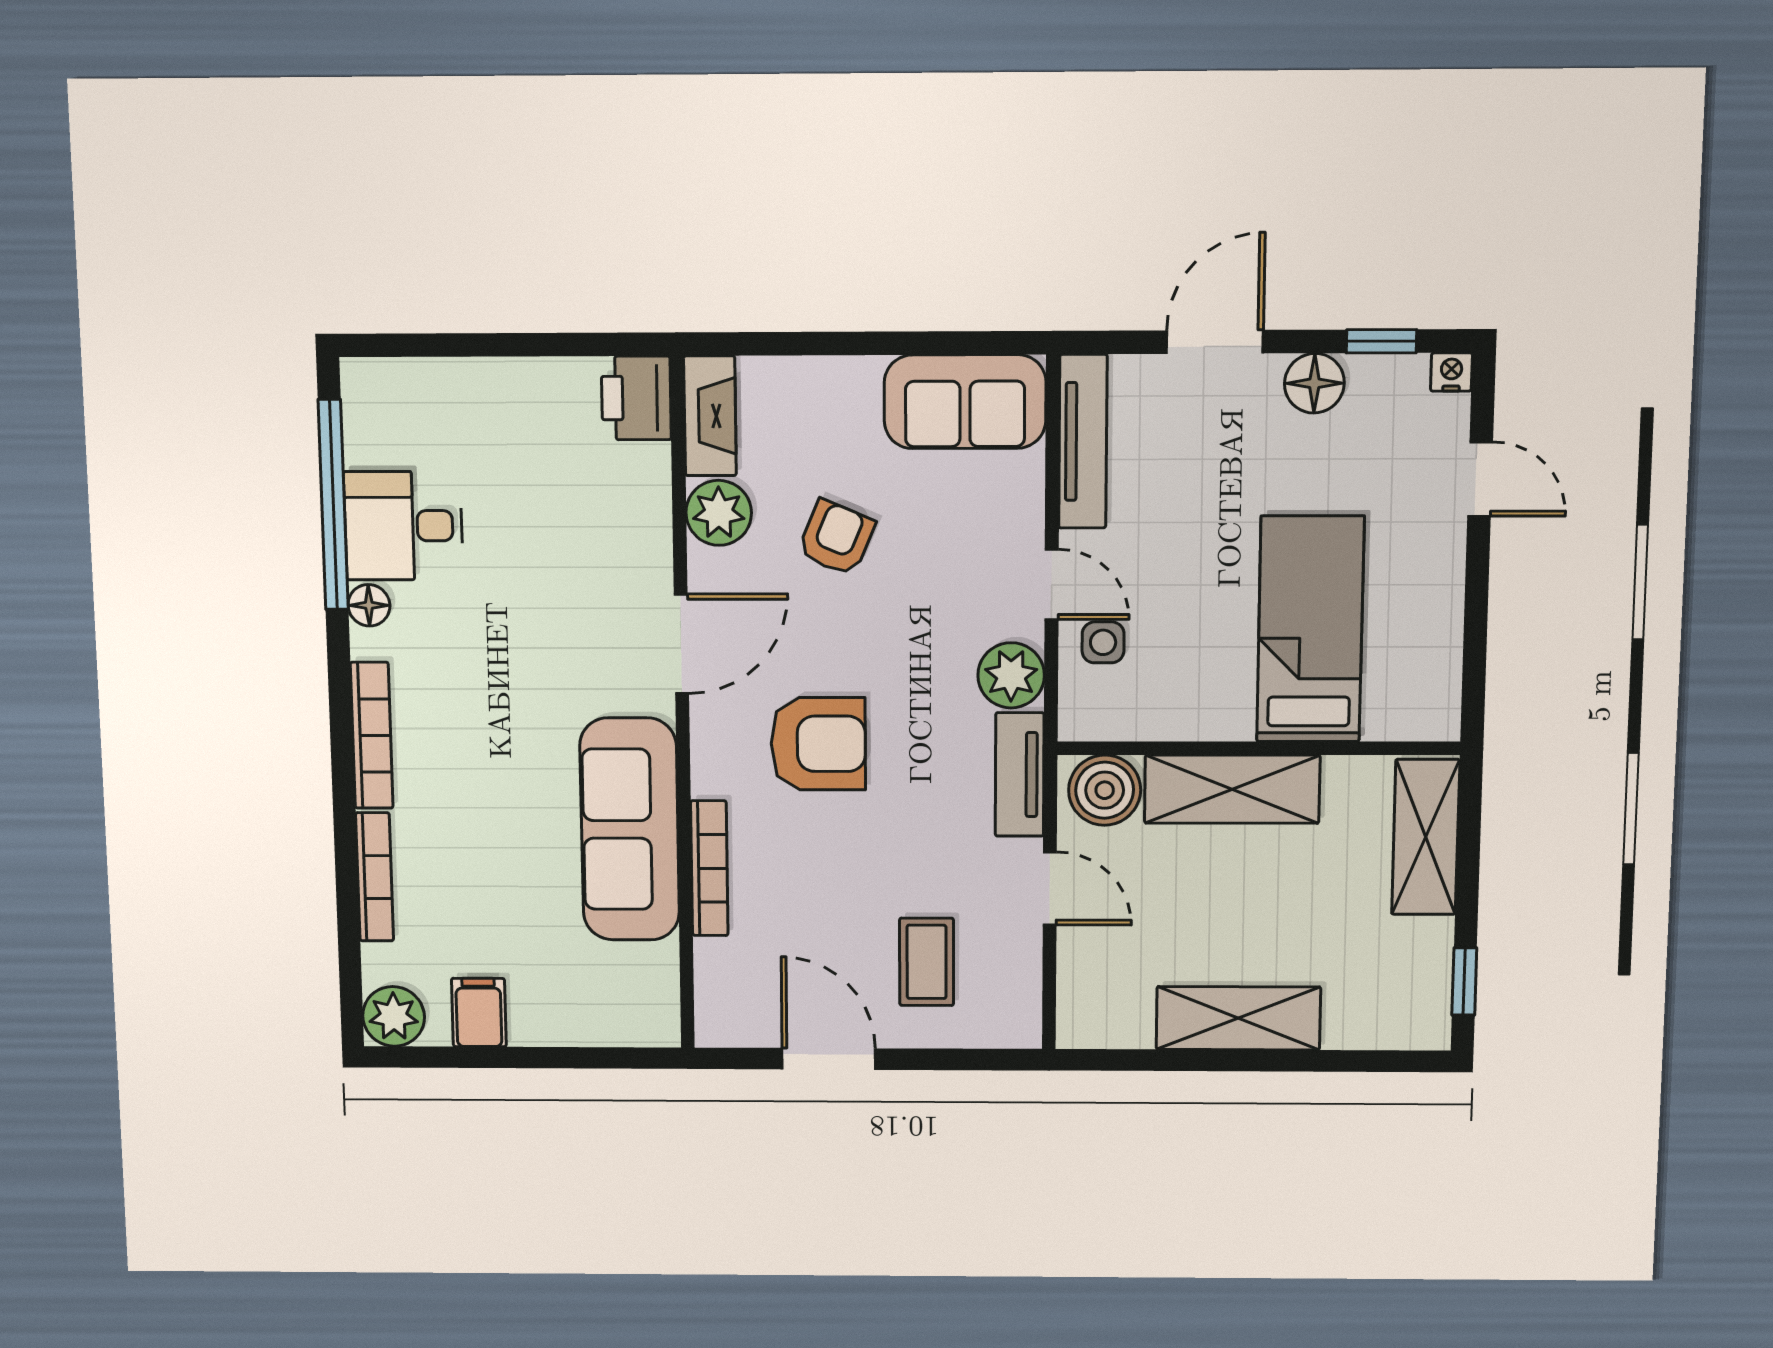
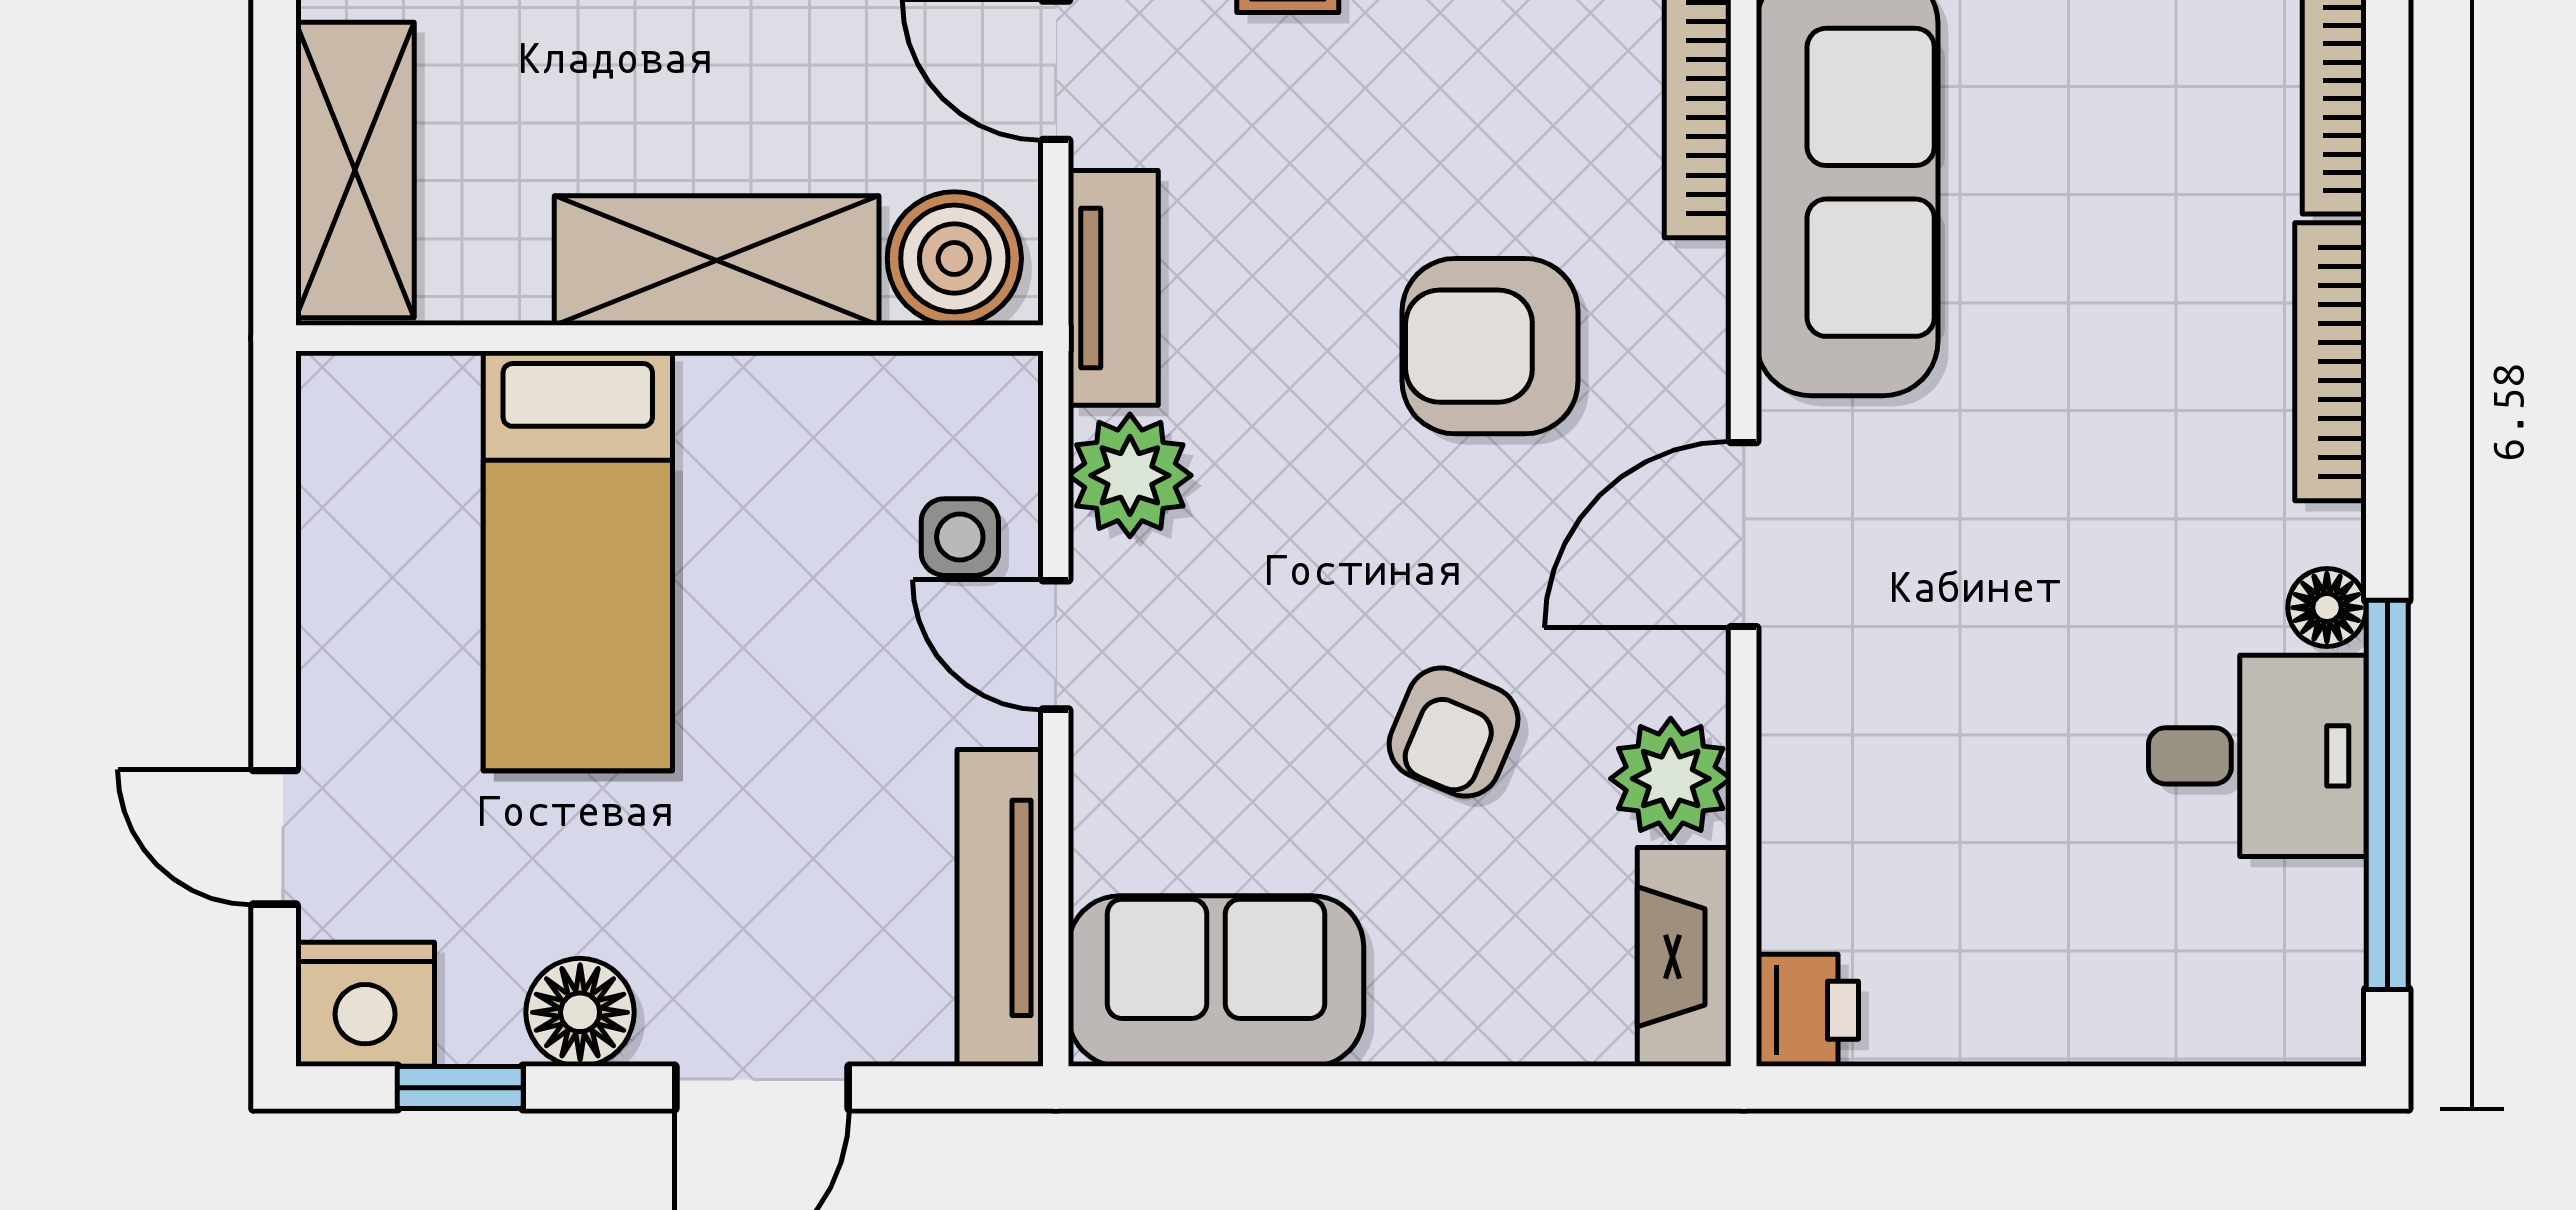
nightstand: (1451, 372) -> (365, 1004), width x1.89, depth x1.79
printer: (636, 398) -> (1807, 1010), width x0.73, depth x0.81

